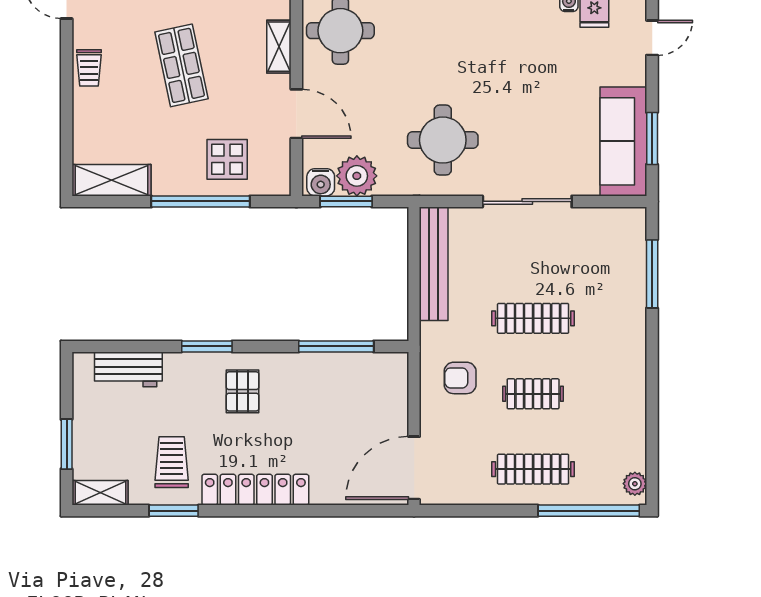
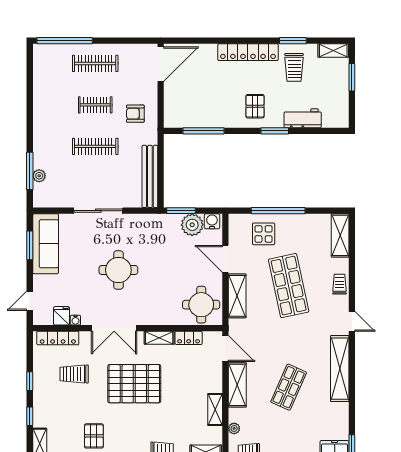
shelving: (279, 47) -> (237, 296), width x1.50, depth x1.33
shop shelf: (181, 65) -> (289, 286), width x1.43, depth x1.36
round table: (443, 140) -> (118, 270), moved
shelving: (111, 180) -> (340, 235), moved, turned 90
window: (346, 201) -> (181, 211), moved
workbench: (128, 369) -> (303, 118), moved
armchair: (460, 378) -> (135, 114), turned 180
plant: (635, 484) -> (39, 176), moved

